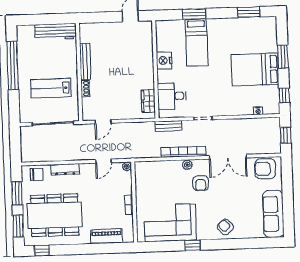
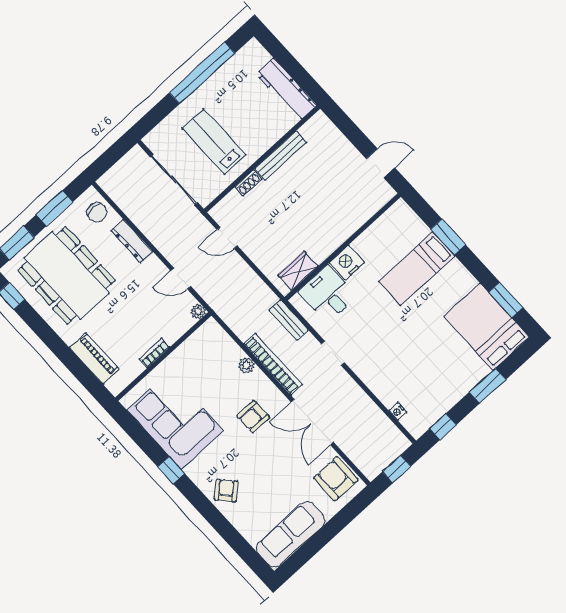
nightstand: (164, 61) -> (347, 263), moved
bed: (255, 70) -> (486, 327), moved
plant: (187, 165) -> (246, 365), moved

